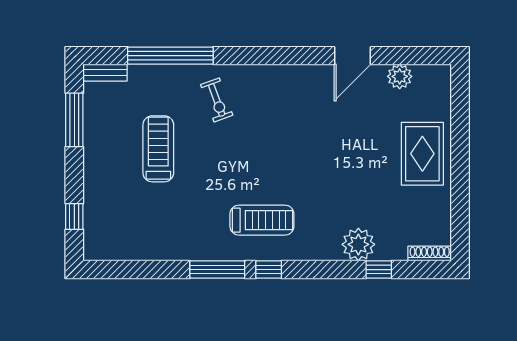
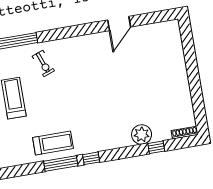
plant: (400, 76) -> (149, 31), removed
rug: (422, 154) -> (170, 74), removed
treadmill: (262, 220) -> (53, 143), moved

